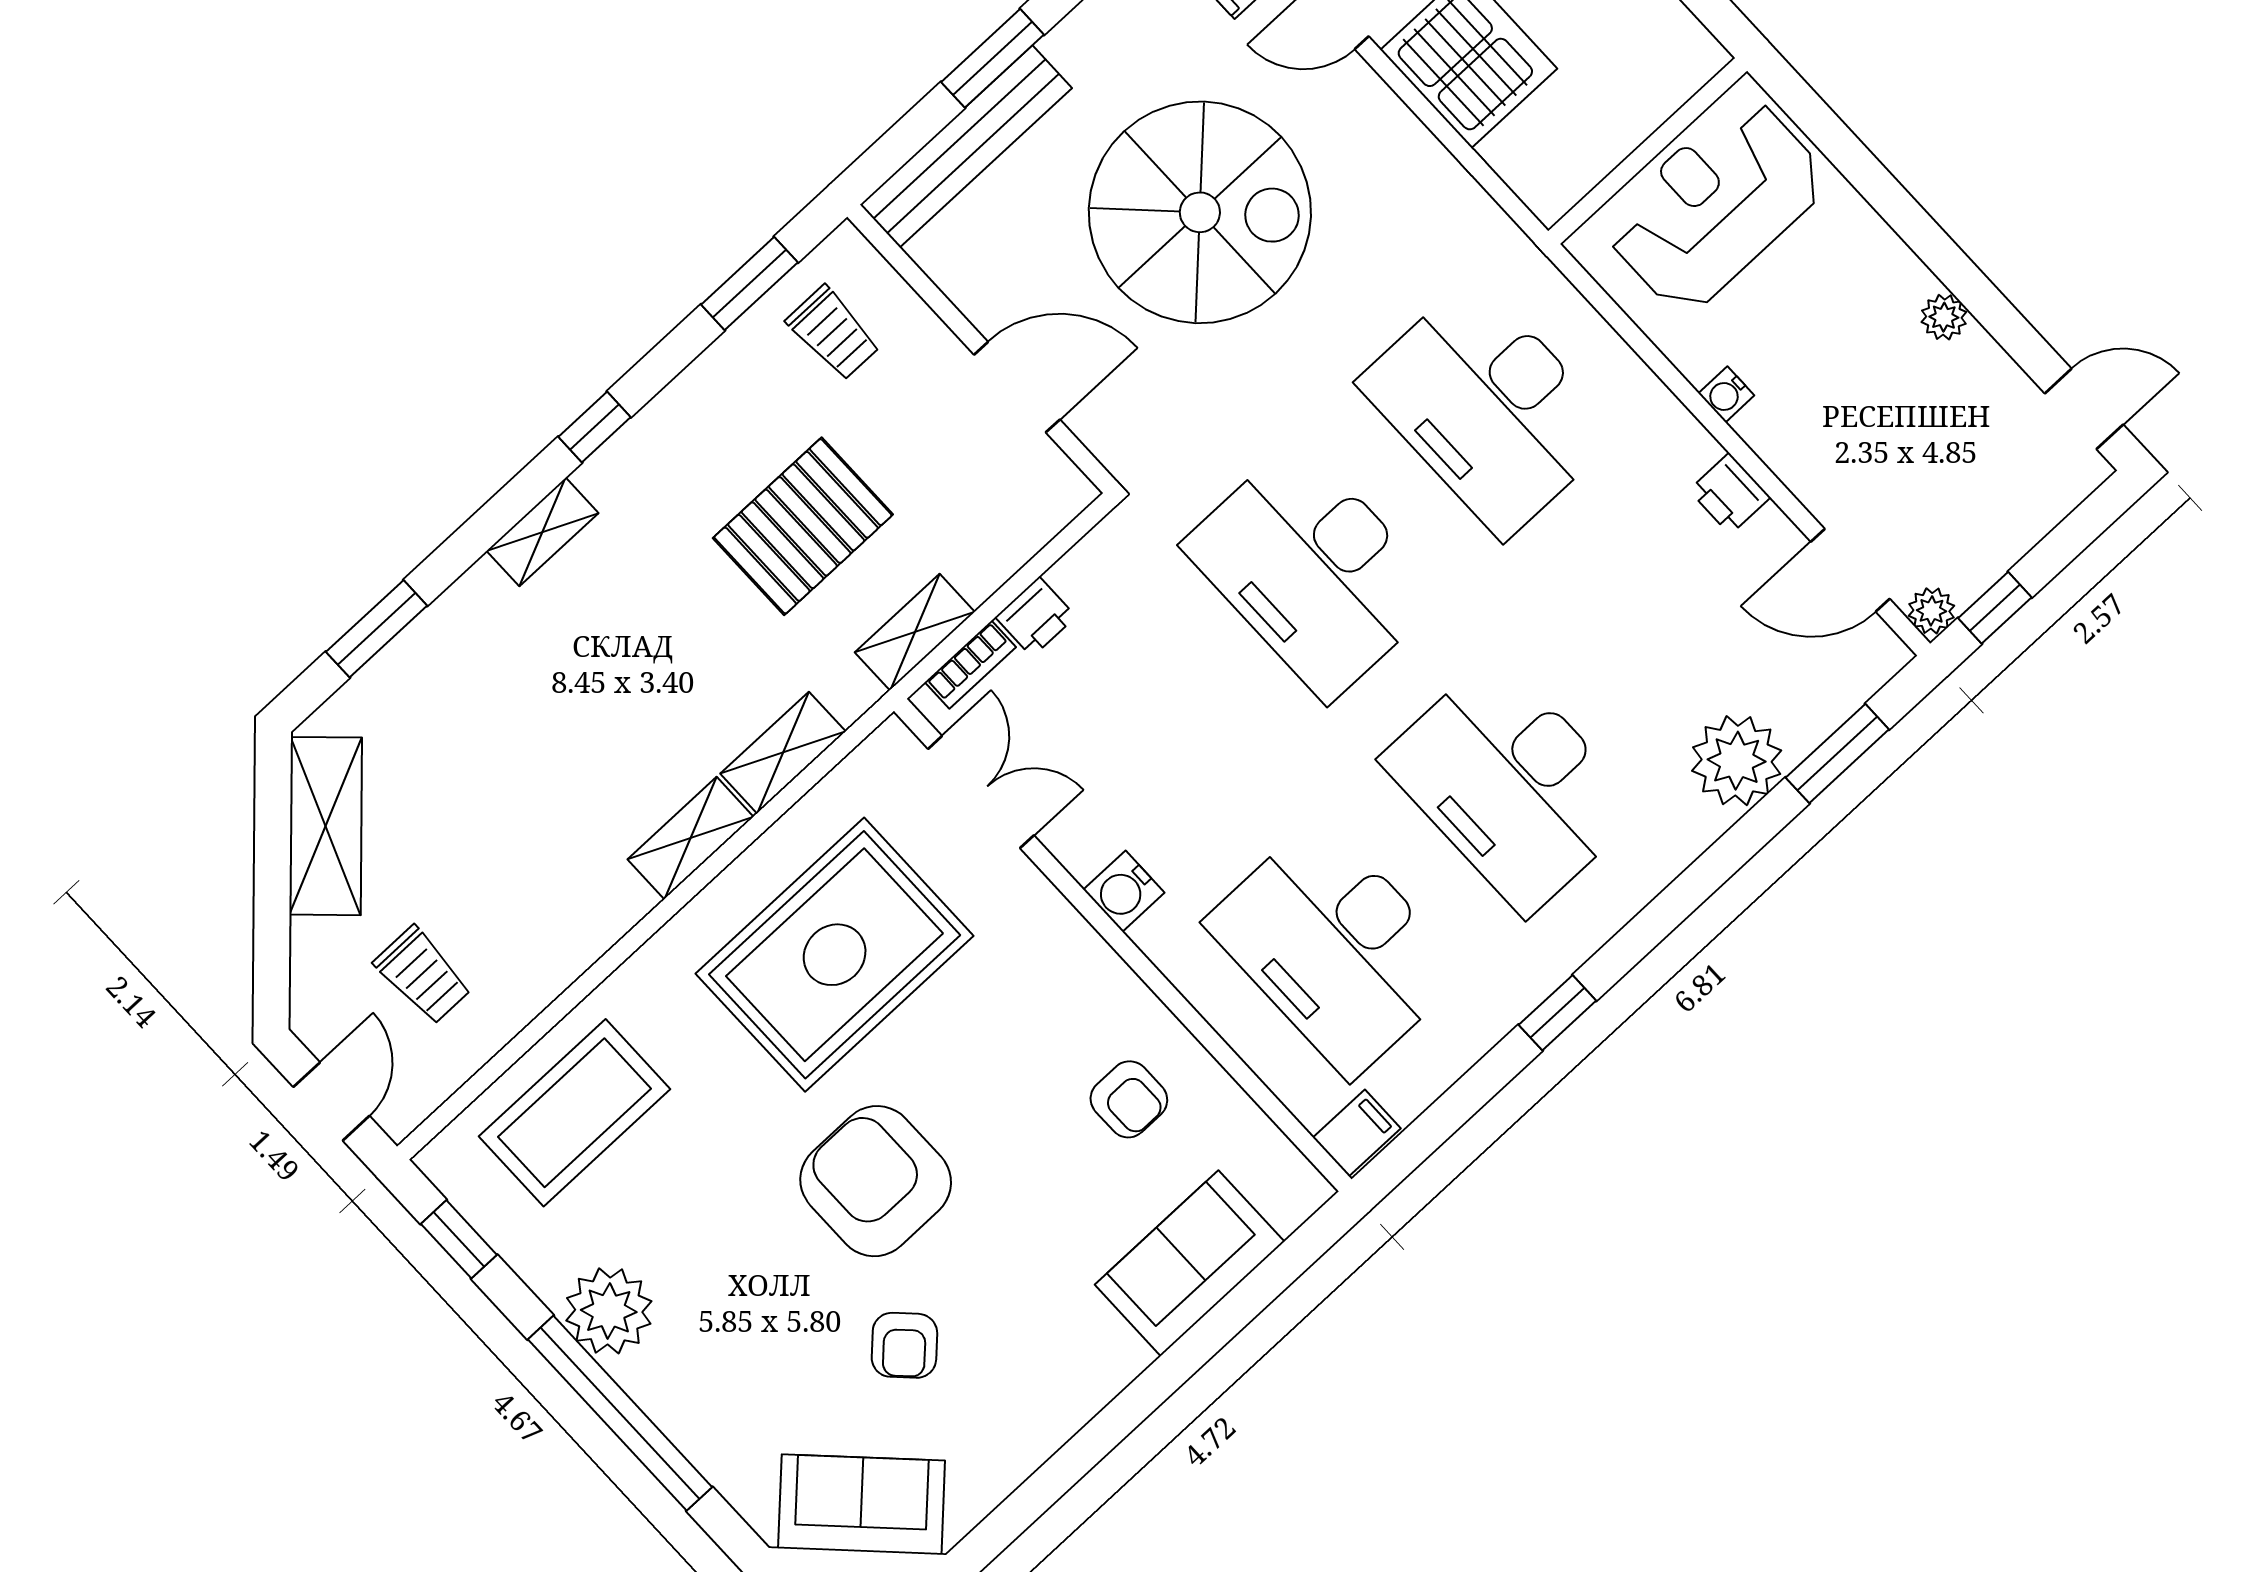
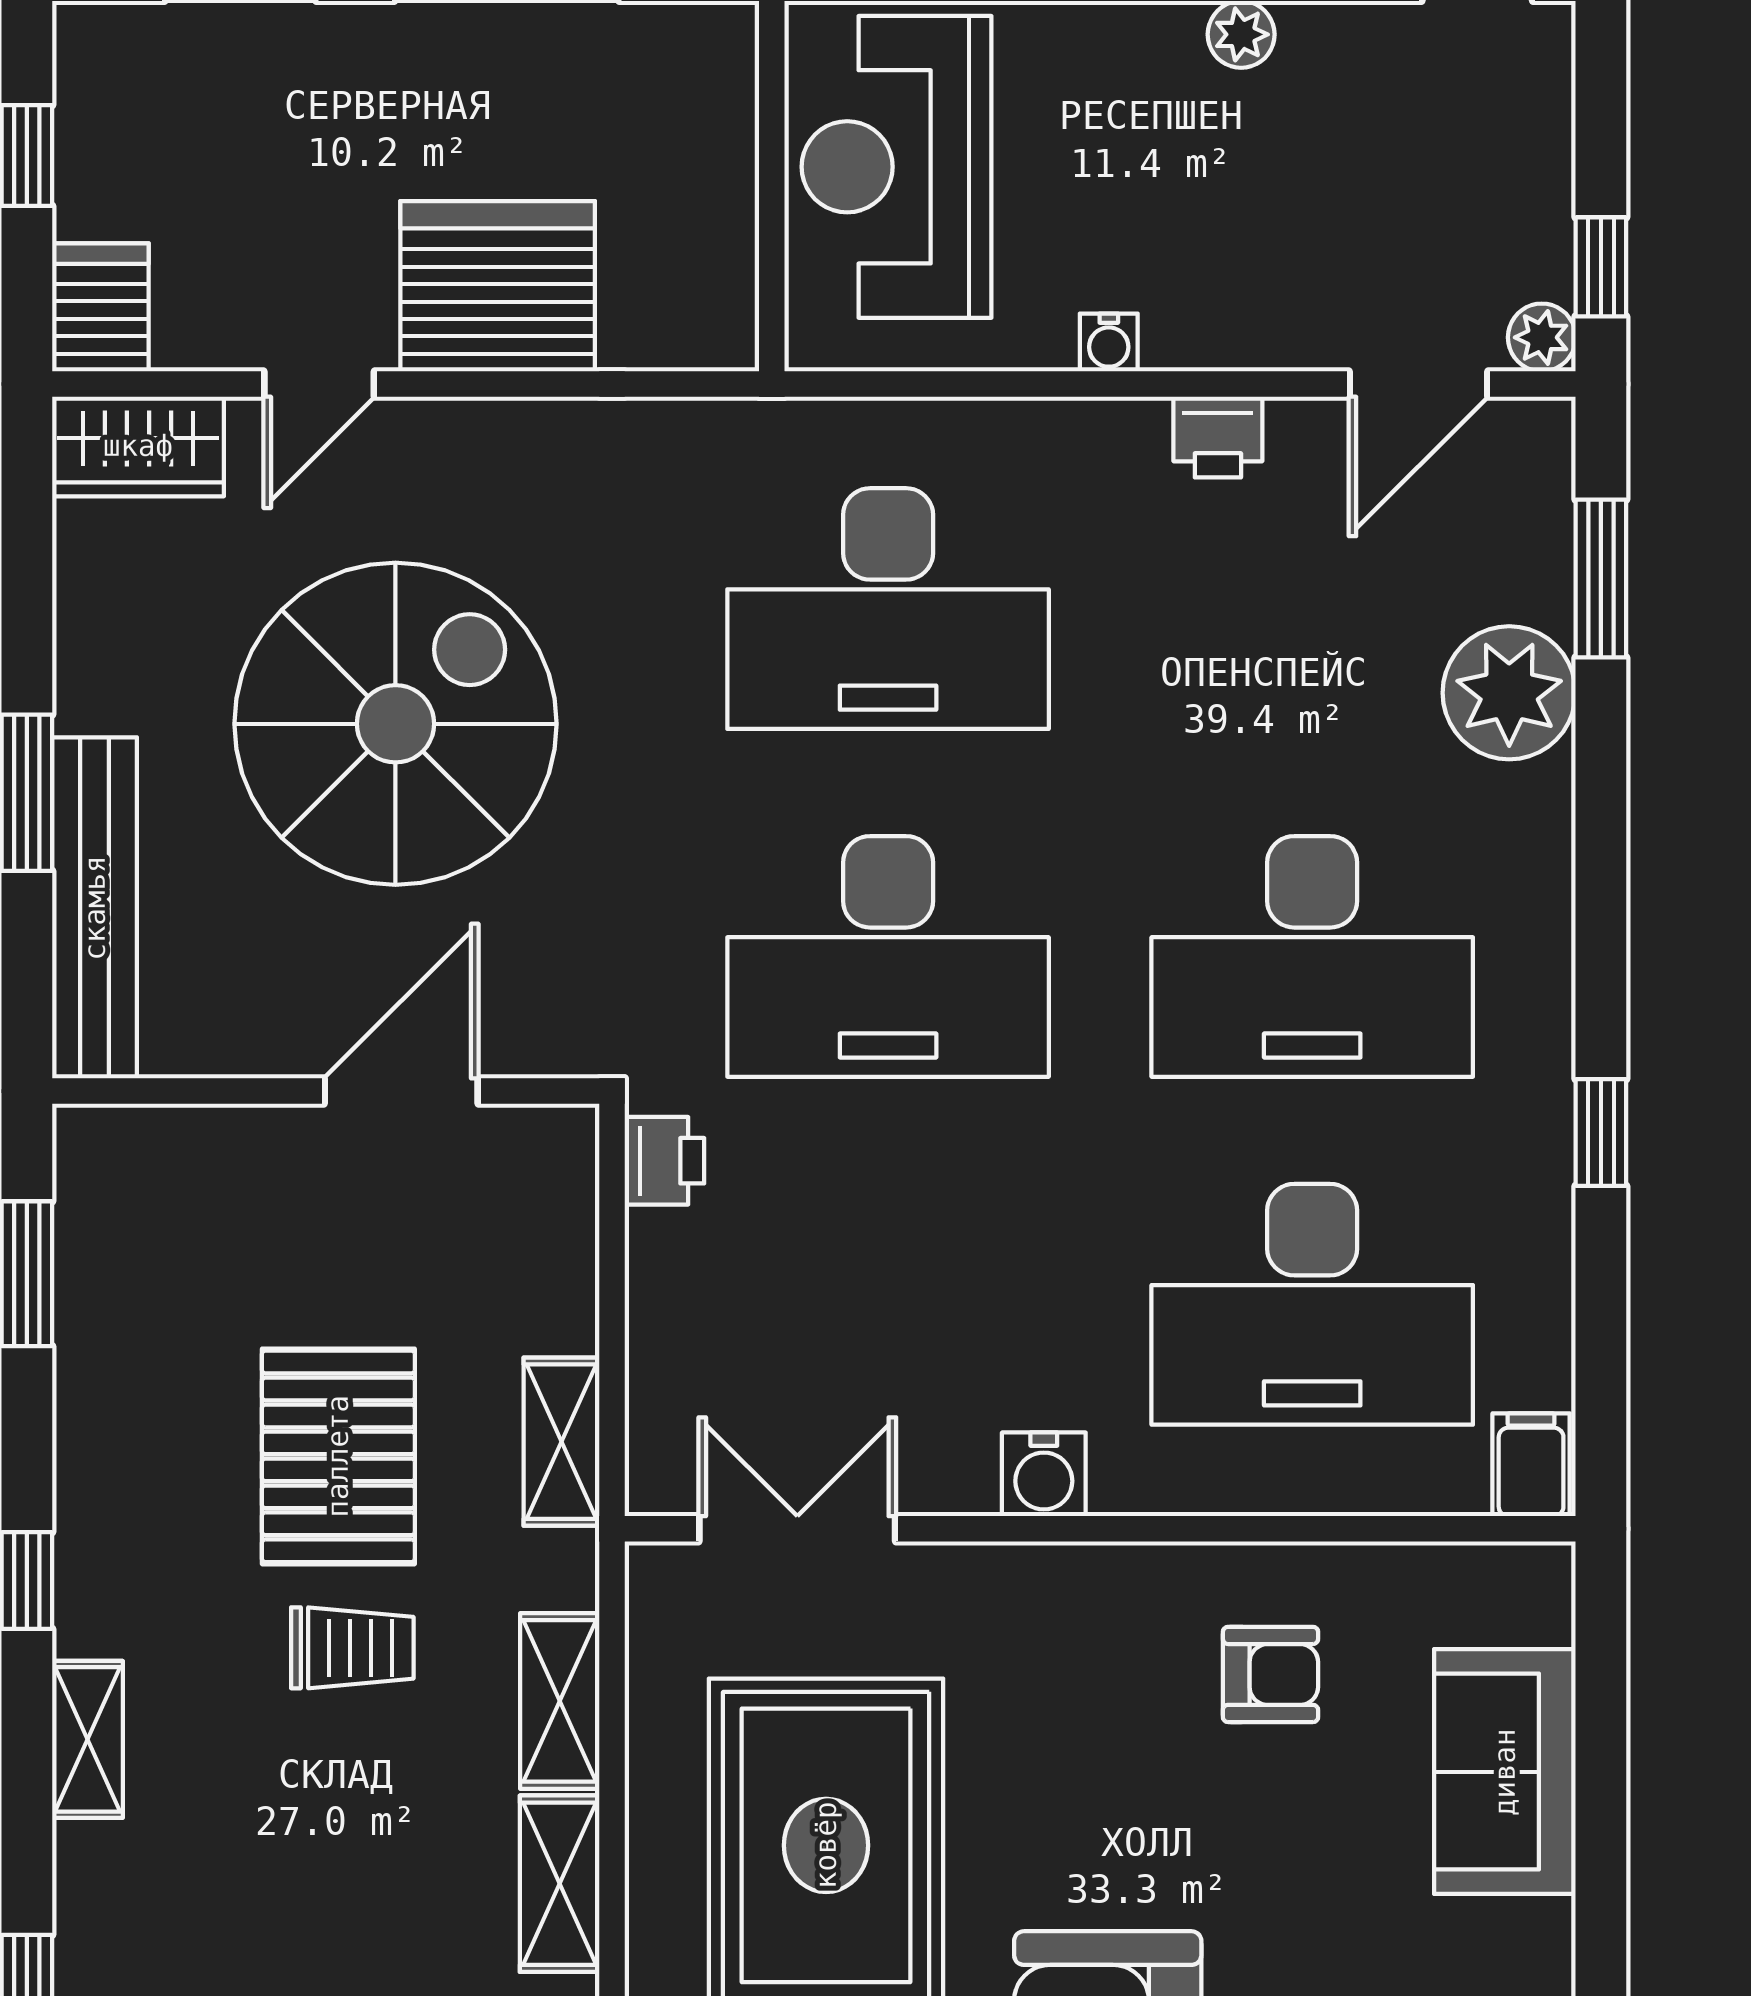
trolley: (833, 333) -> (352, 1648), moved
printer: (1036, 617) -> (664, 1161), moved
bookcase: (970, 665) -> (651, 1414), removed

